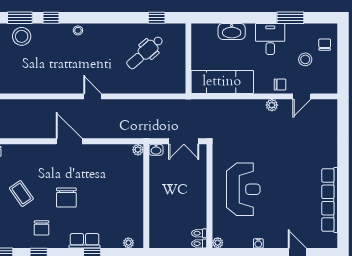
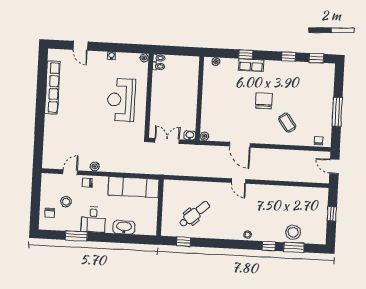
door: (69, 141) -> (240, 145), moved
coffee table: (21, 194) -> (287, 123), moved
chair: (42, 228) -> (285, 77), removed

